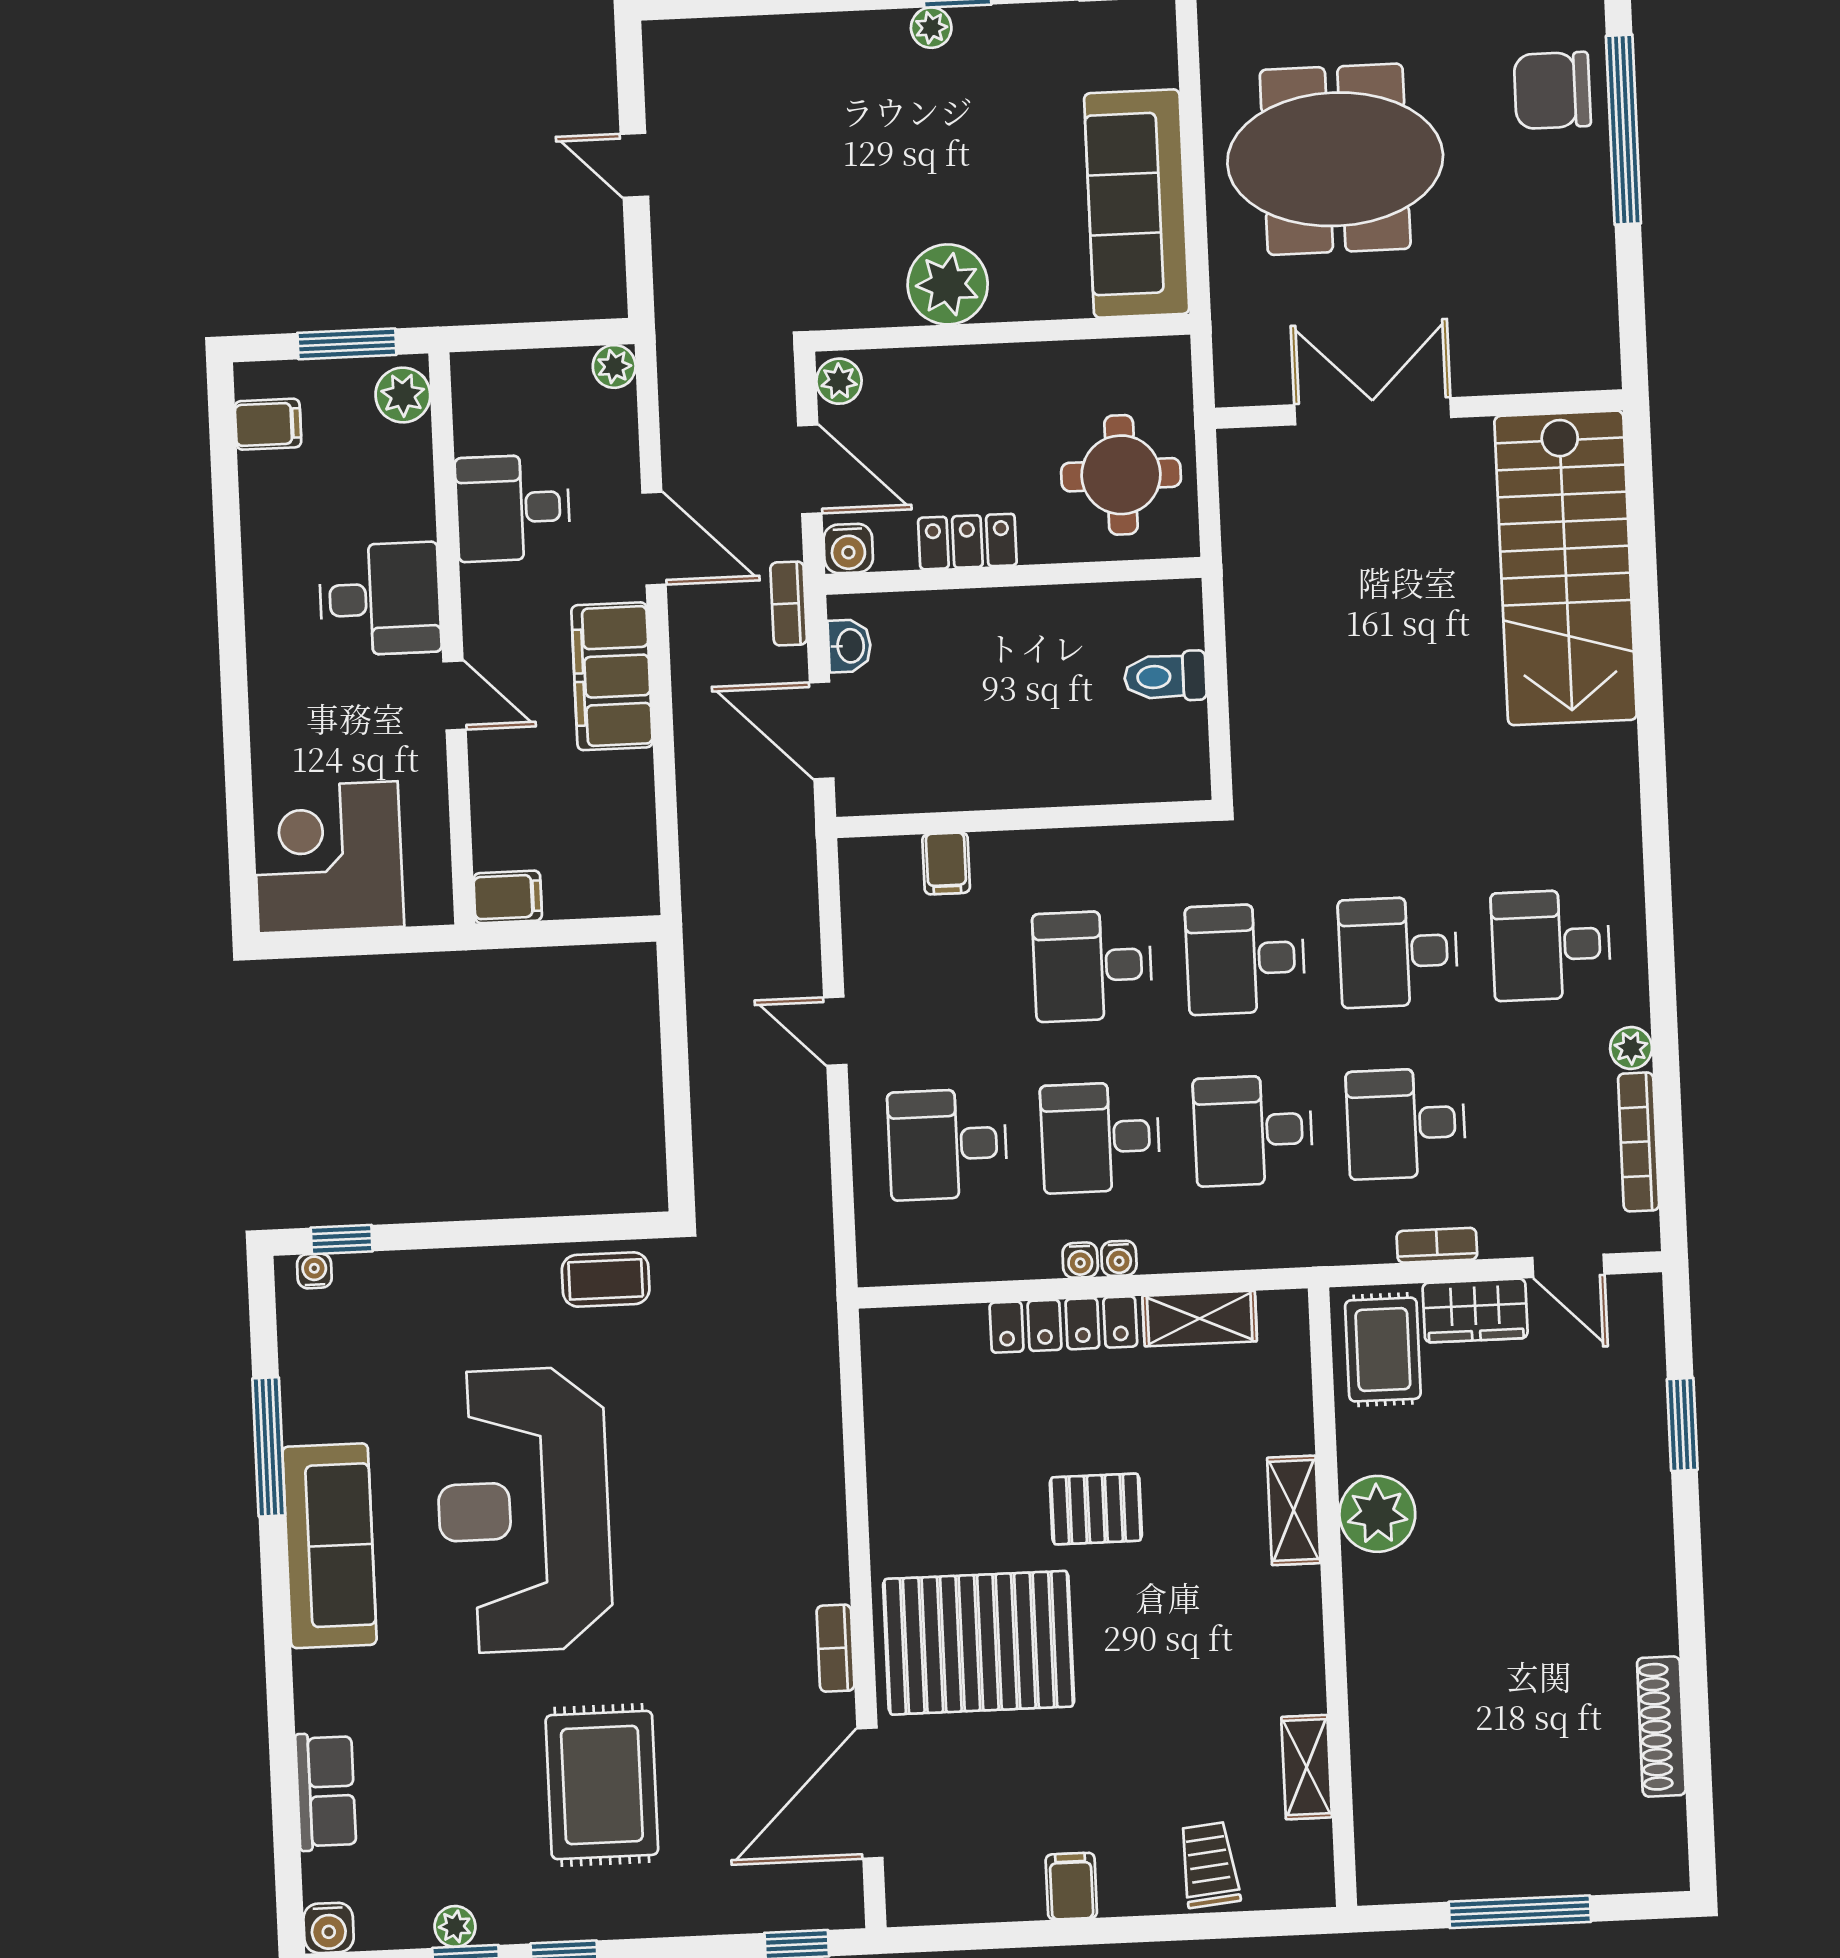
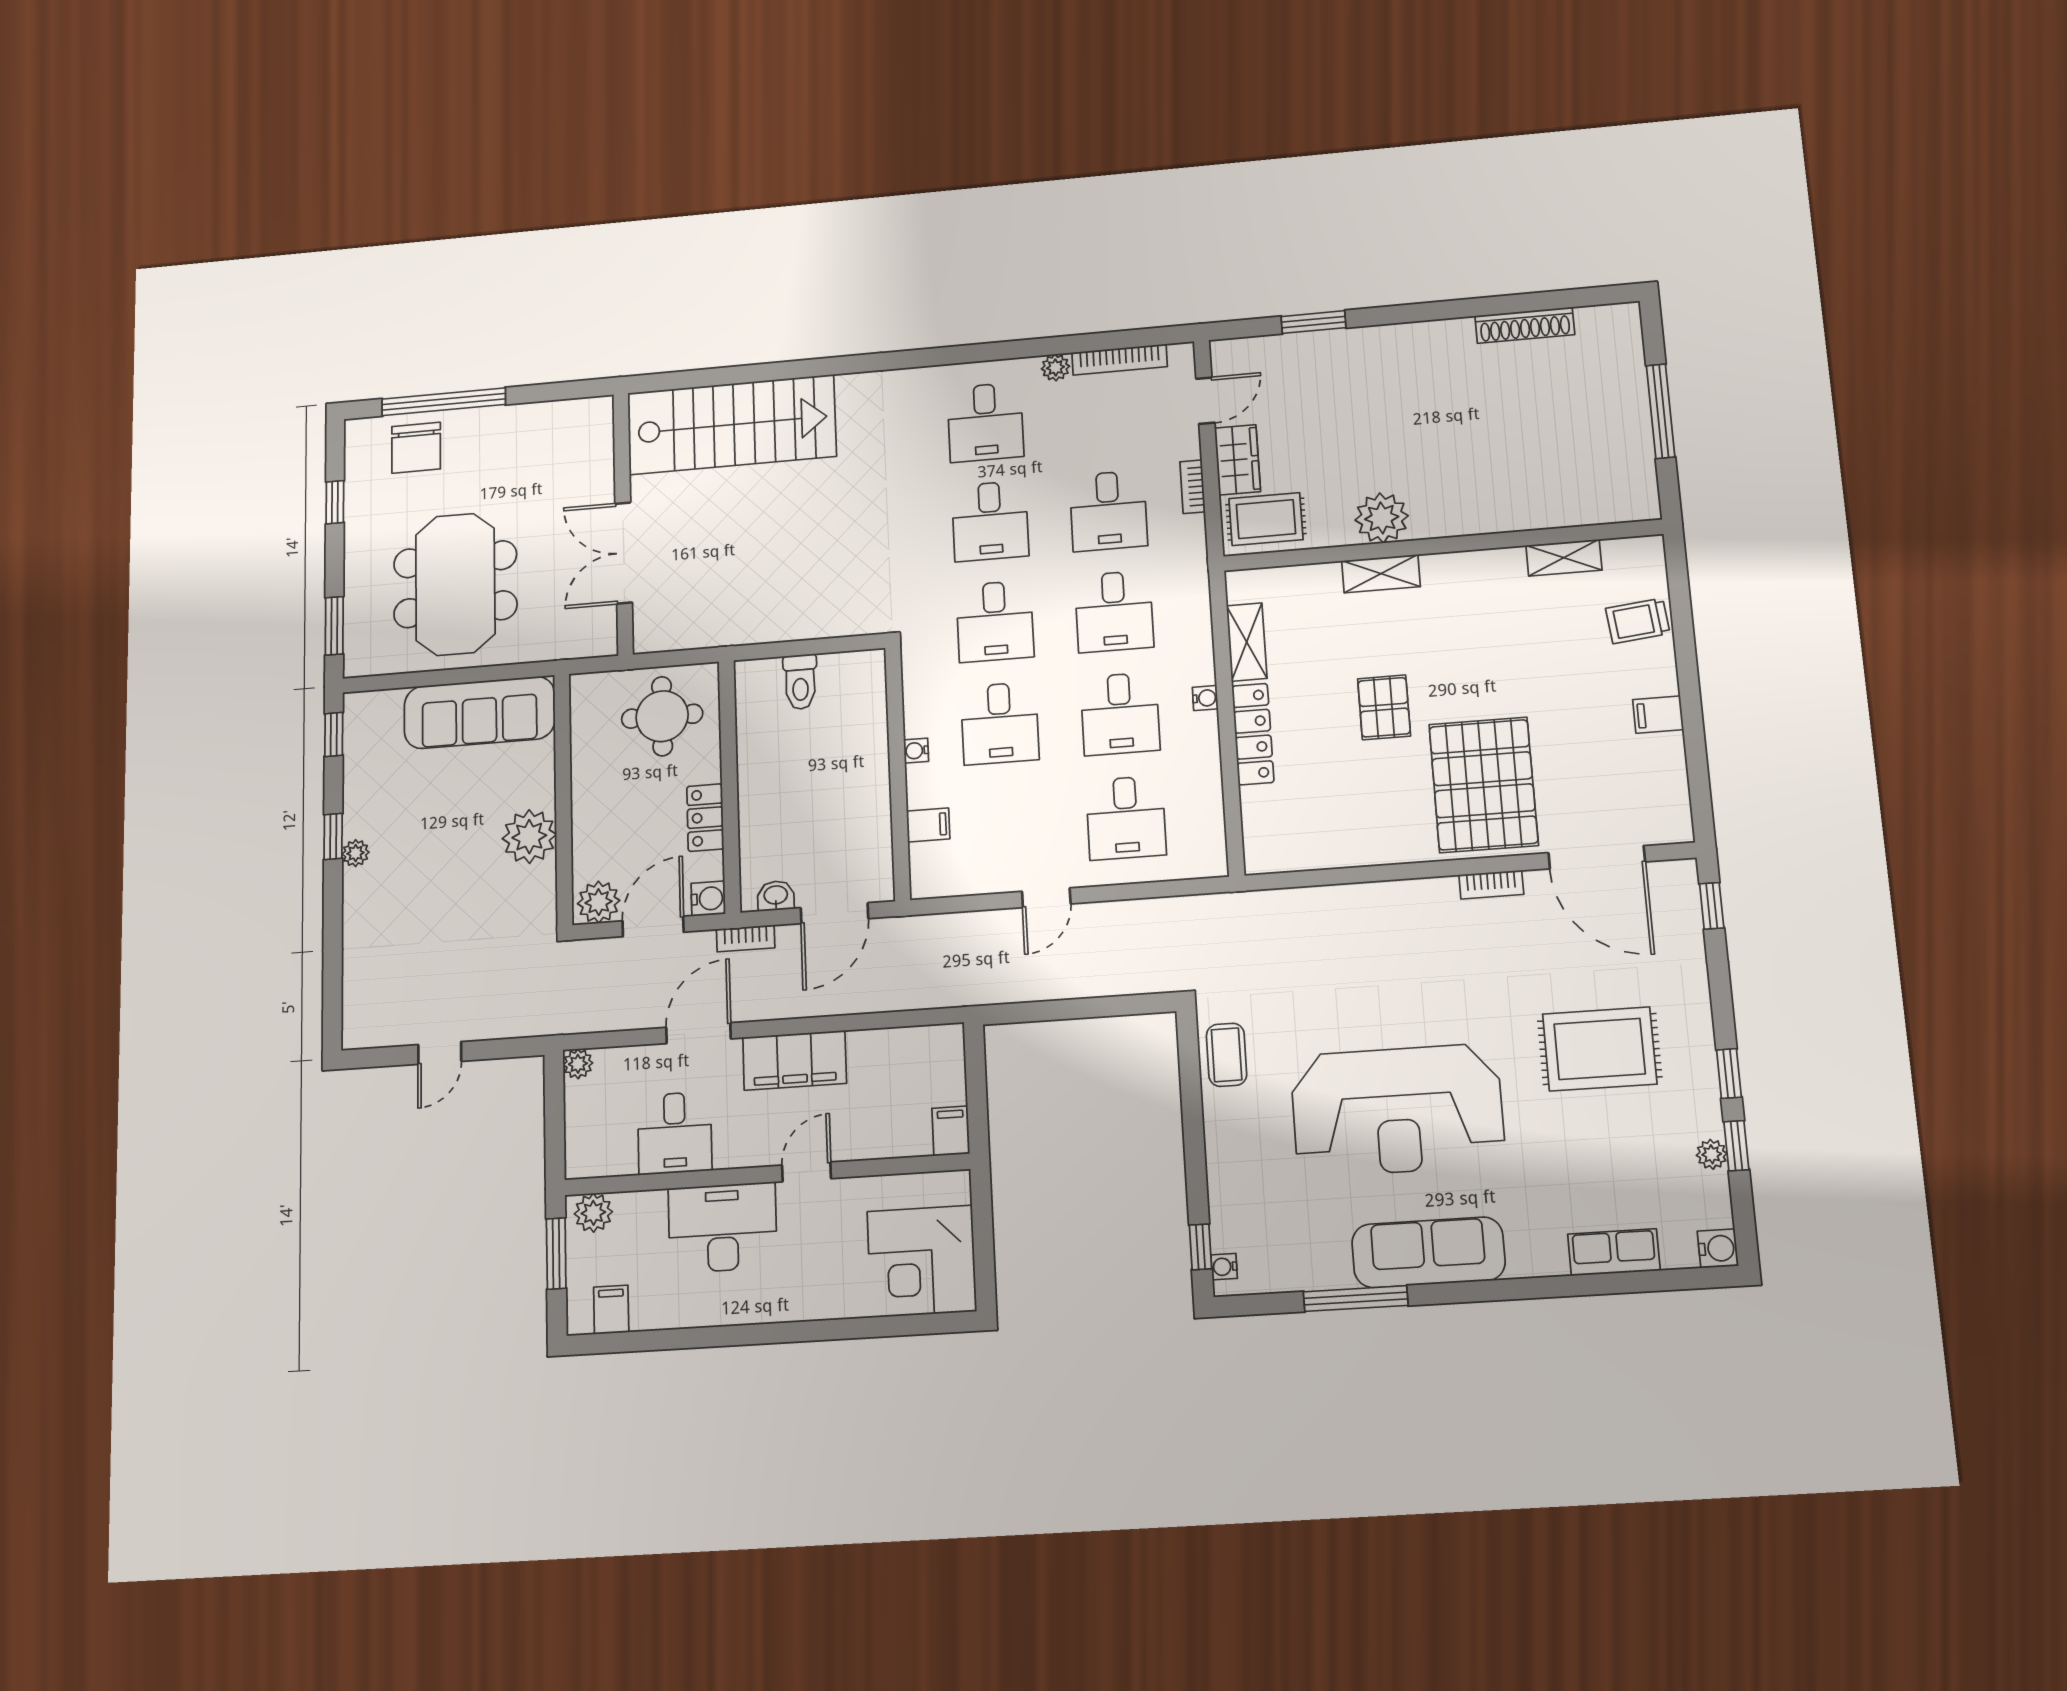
plant: (839, 381) -> (599, 902), width x1.38, depth x1.38
desk: (380, 599) -> (722, 1228), width x1.37
water cooler: (1080, 1260) -> (916, 751), moved, turned 180

